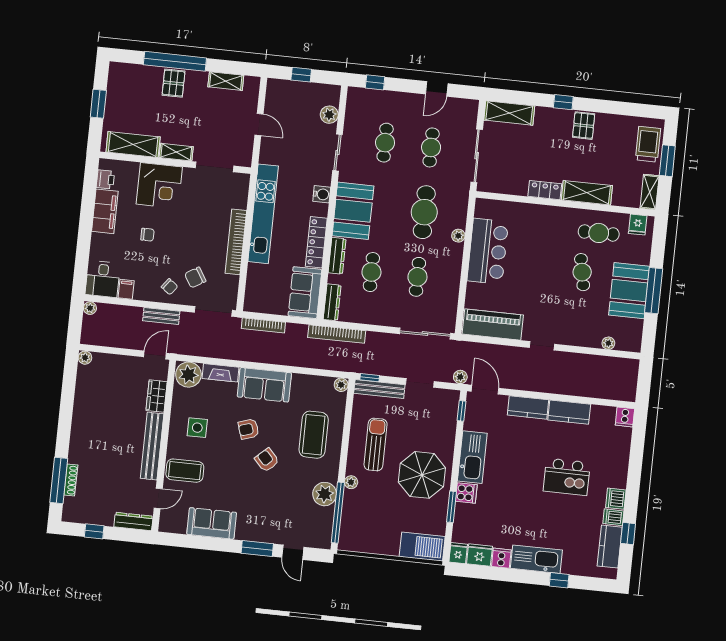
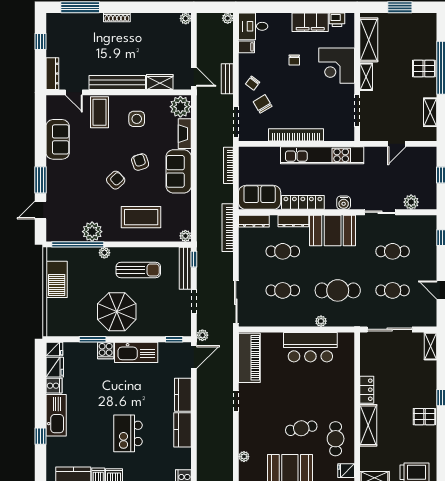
shelving: (509, 113) -> (430, 346), width x0.67, depth x0.75
shoe rack: (71, 480) -> (117, 17), moved
barbecue: (422, 547) -> (57, 279), moved

